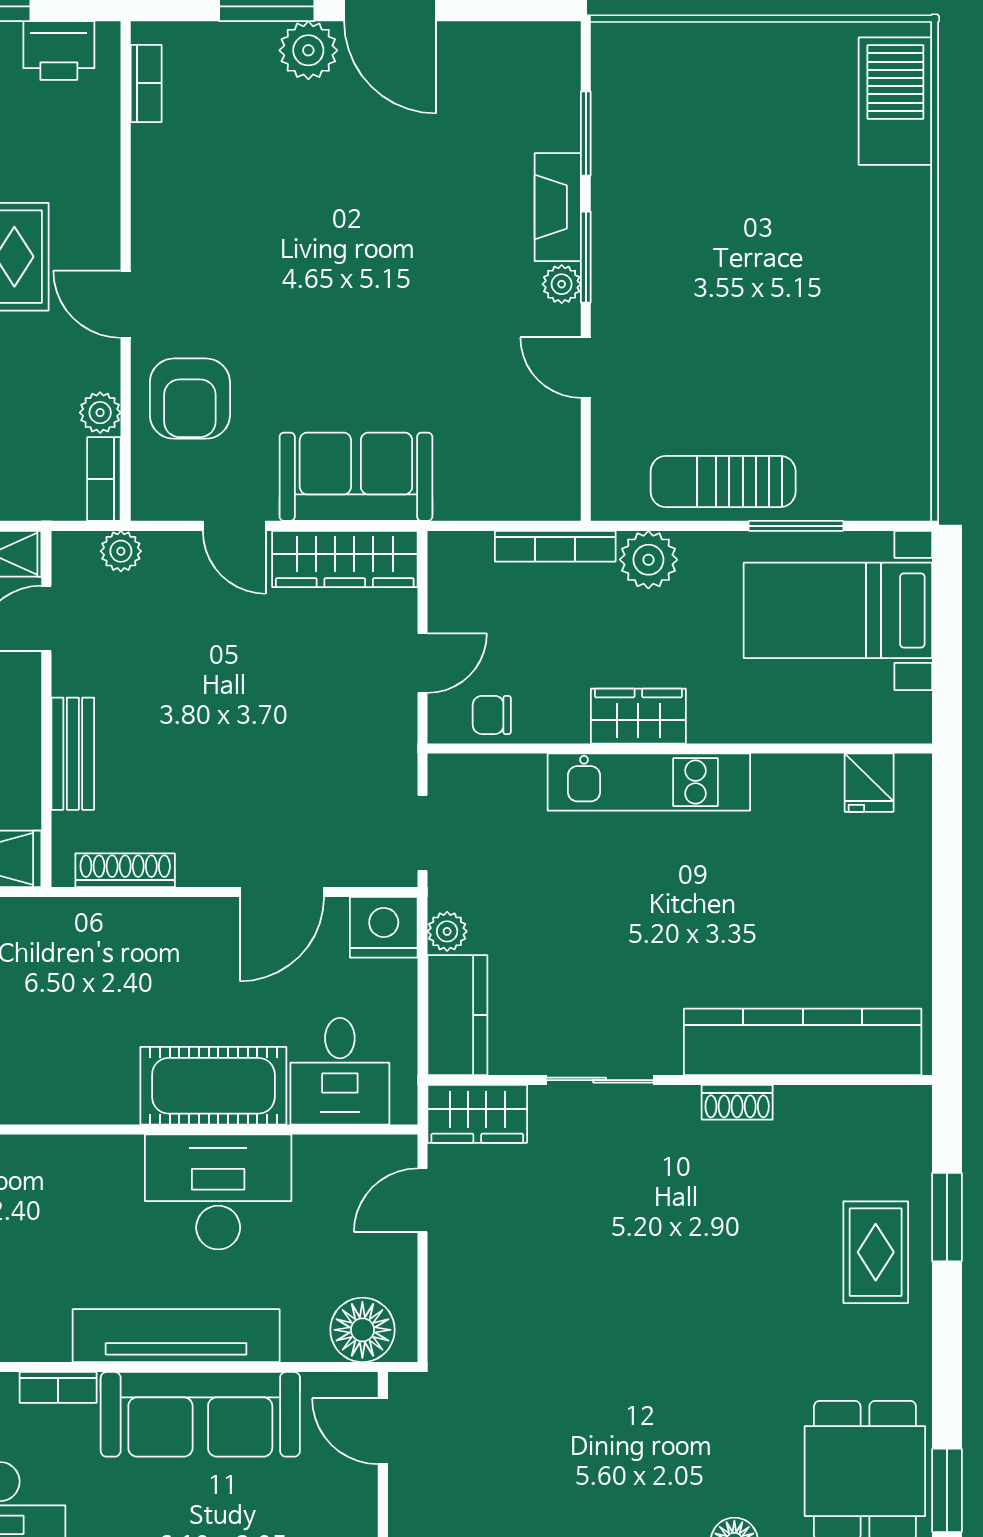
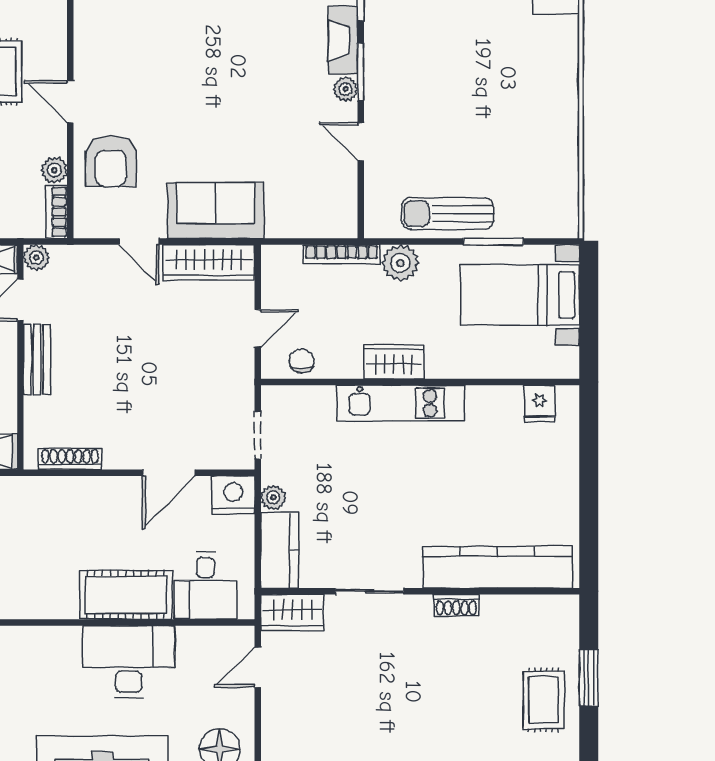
plant: (121, 551) -> (36, 258), moved
chair: (492, 715) -> (301, 361), turned 90
bench: (73, 754) -> (37, 360), moved

